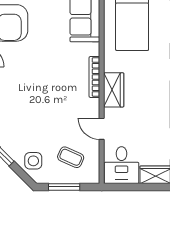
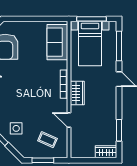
side table: (33, 161) -> (16, 128), moved
desk: (122, 165) -> (83, 145), removed

